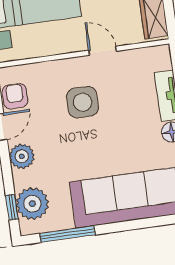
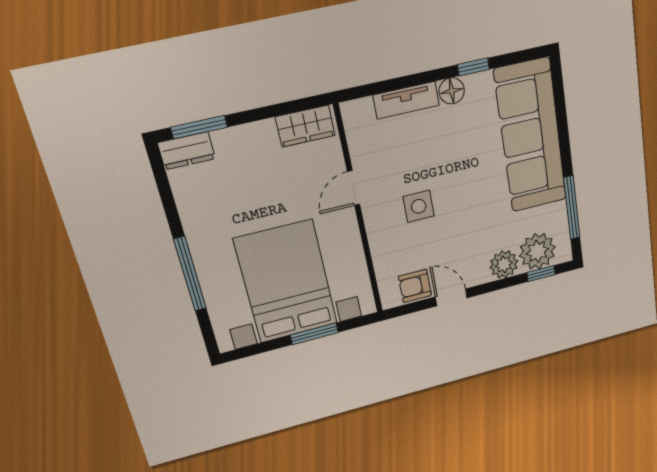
side table: (83, 102) -> (419, 206), width x0.73, depth x0.73
plant: (22, 156) -> (504, 264), moved

